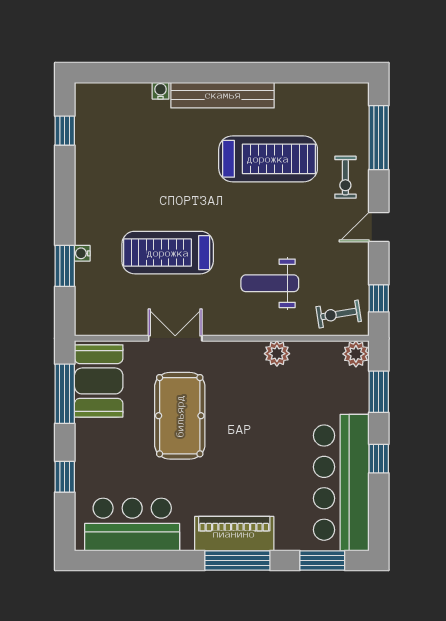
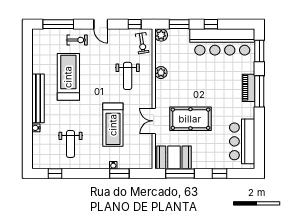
weight bench: (127, 163) -> (71, 144), added
piano: (234, 534) -> (249, 88), width x0.73, depth x0.75

